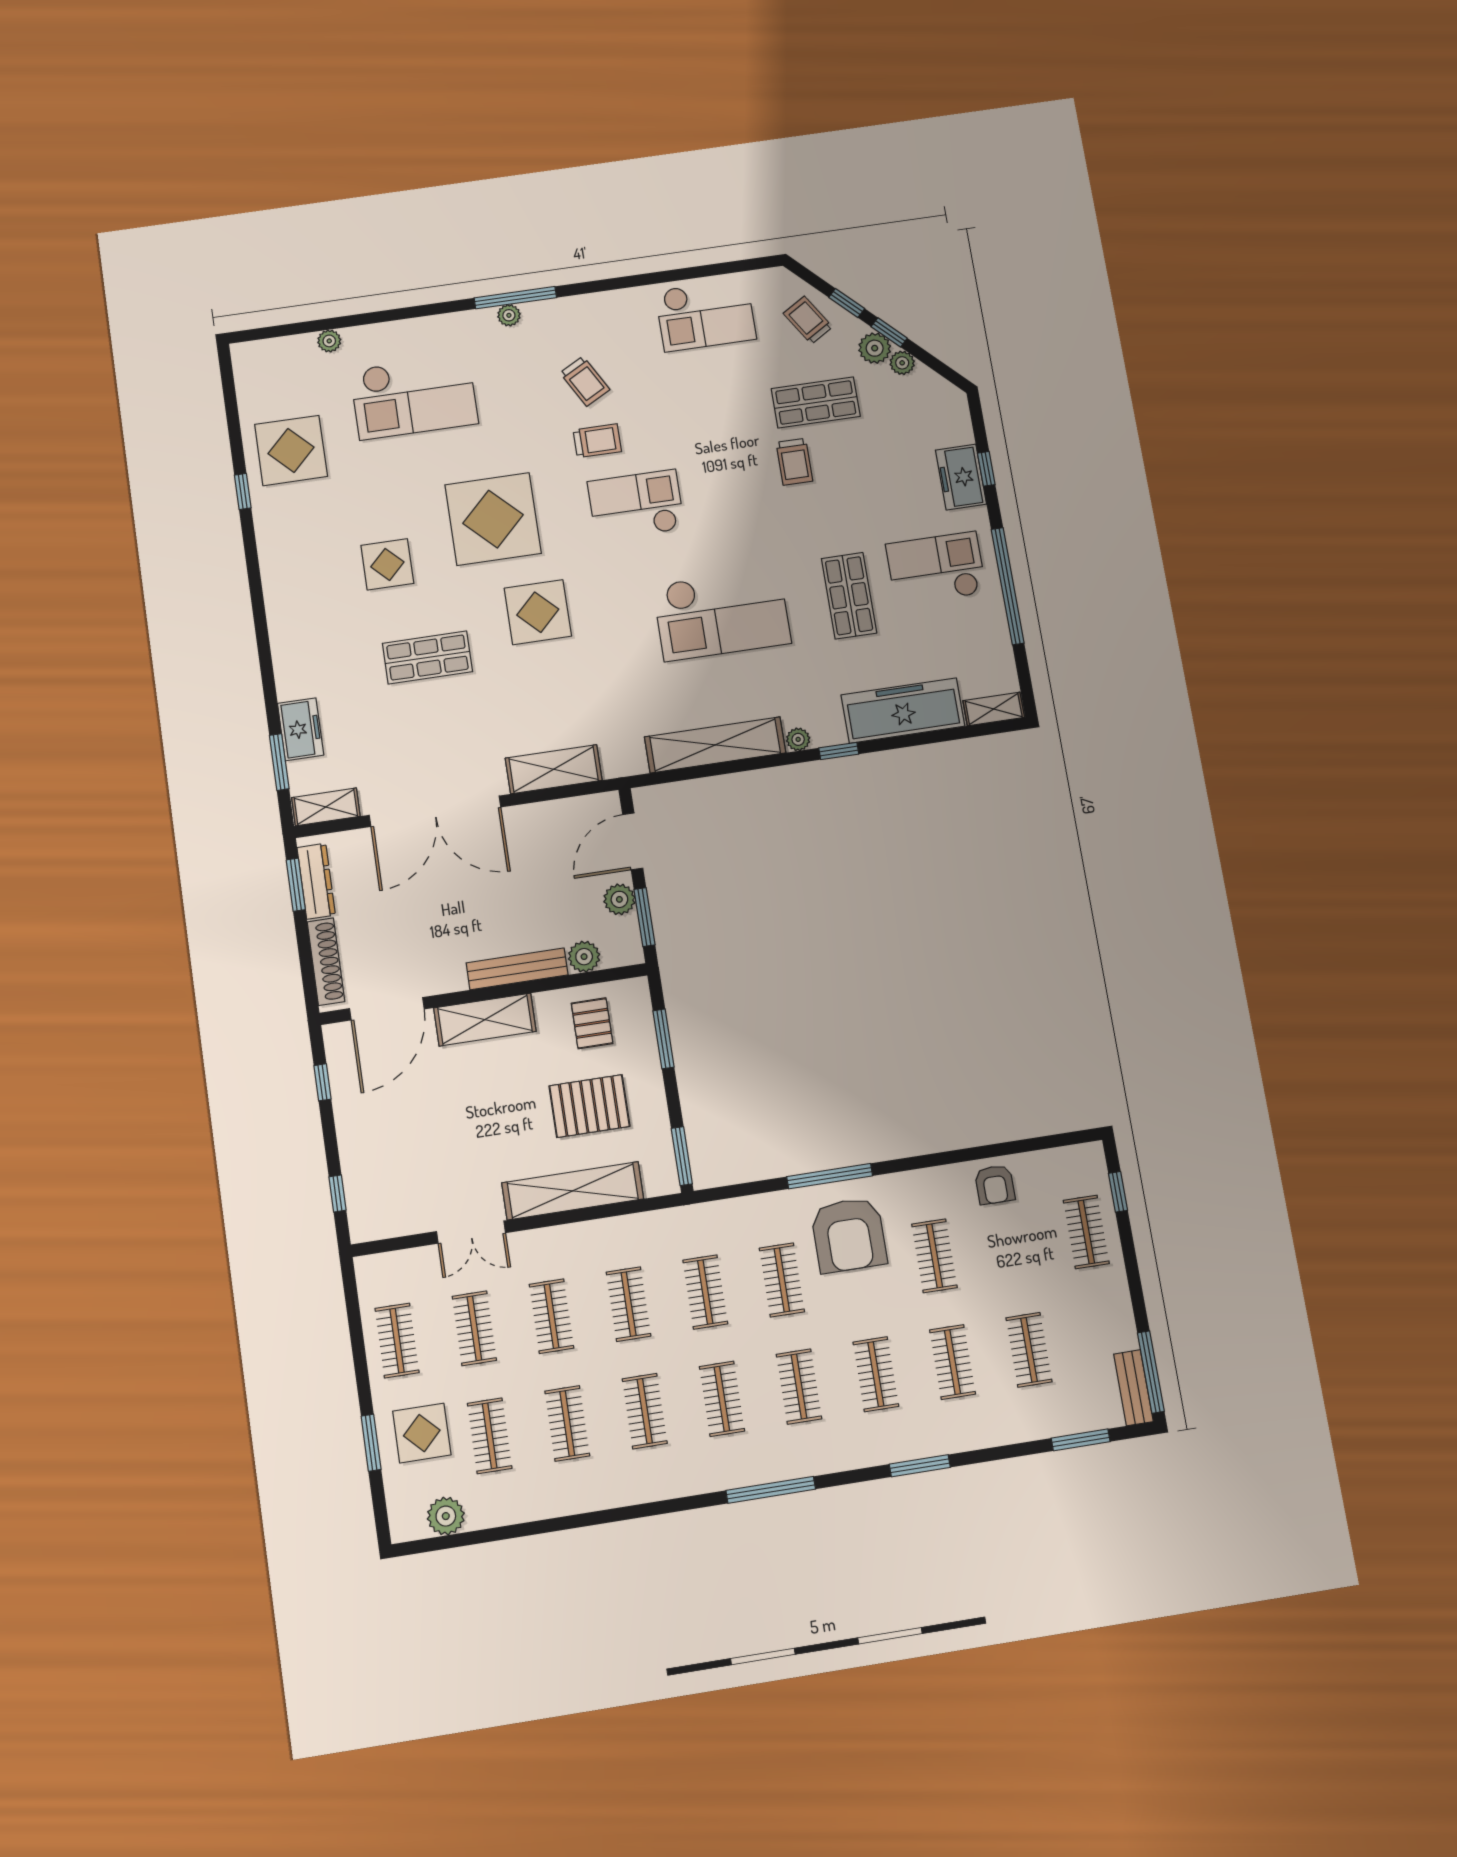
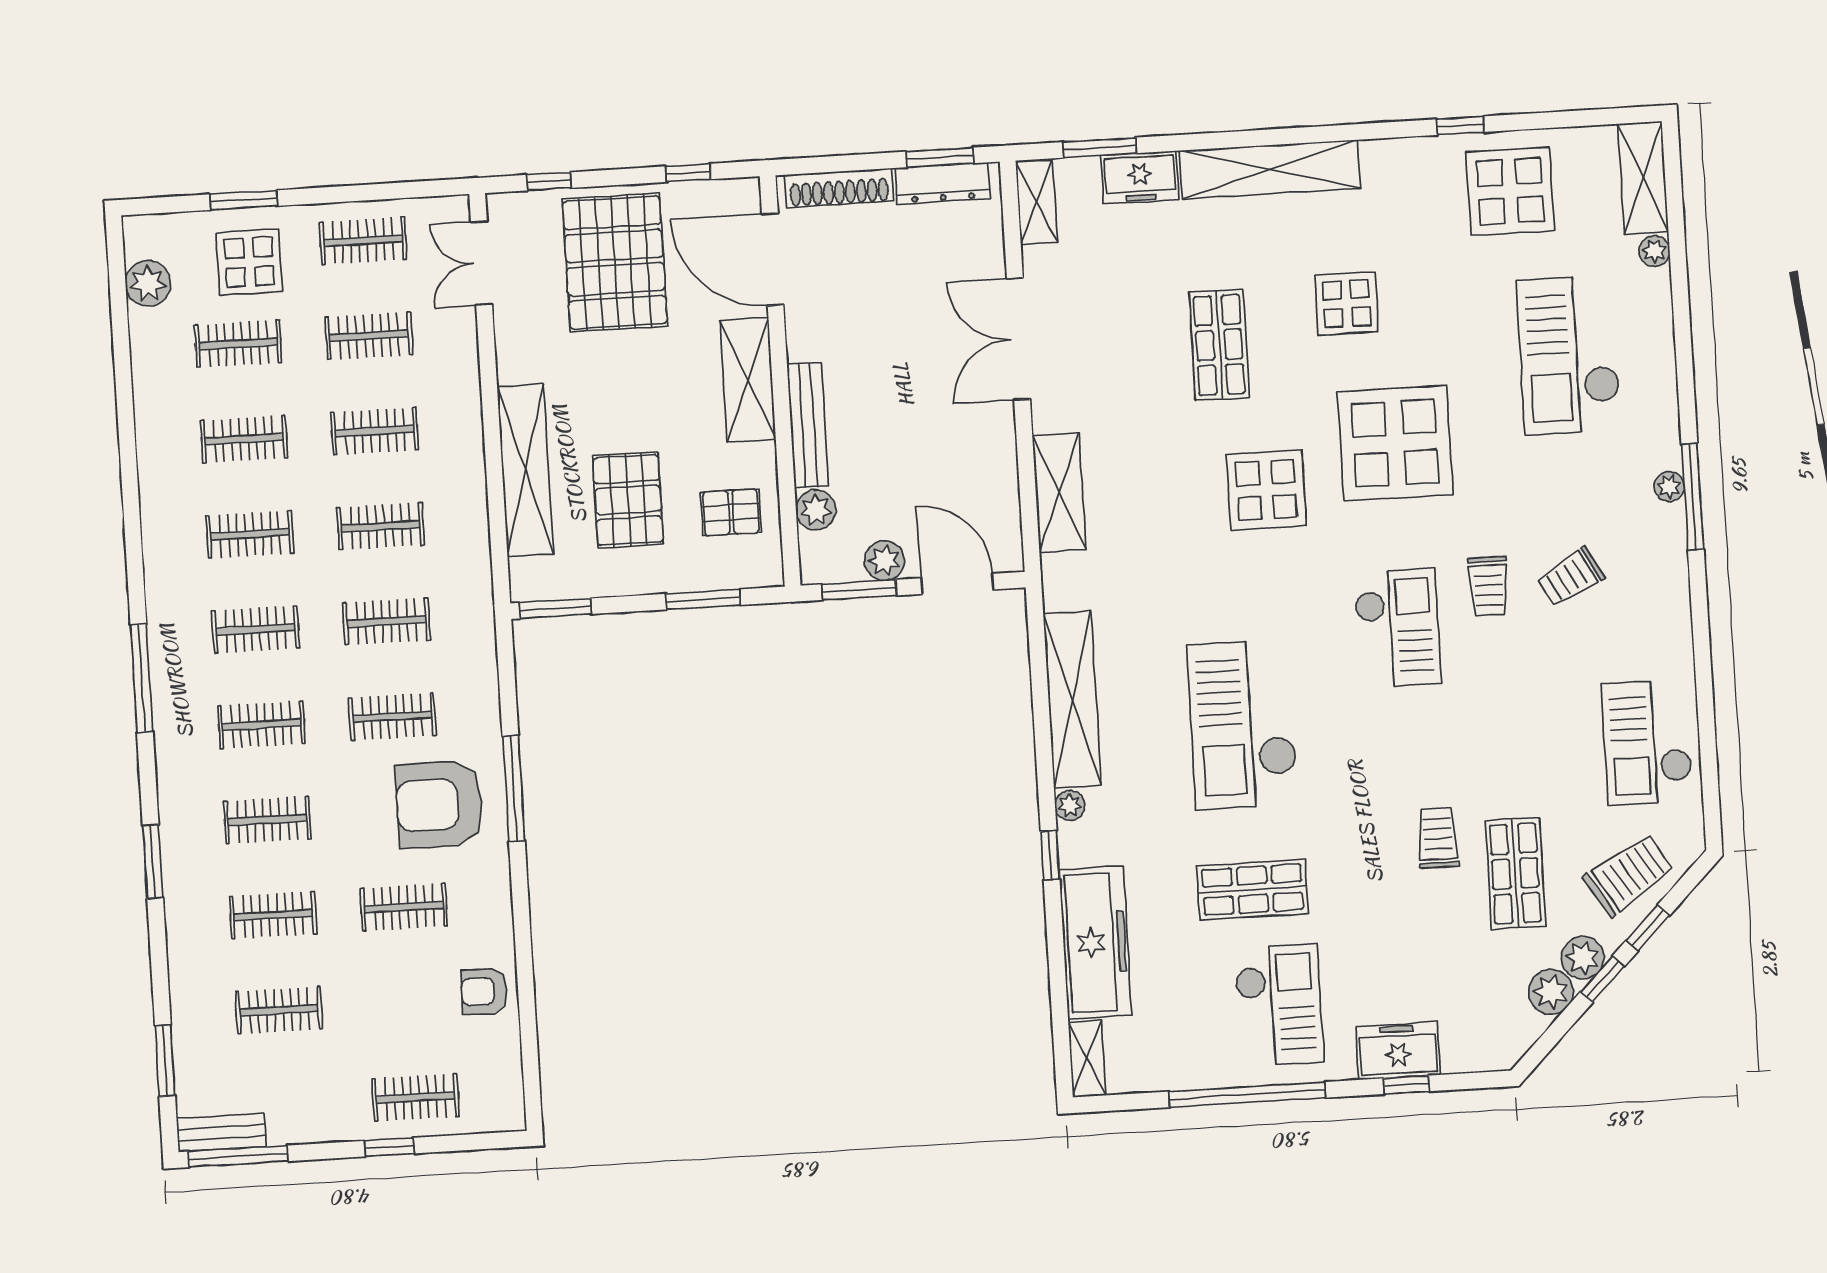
trolley: (808, 320) -> (1629, 875), width x1.36, depth x1.39
shelving: (273, 354) -> (1643, 178), added
plant: (902, 363) -> (1551, 992), width x1.38, depth x1.38
trolley: (794, 462) -> (1438, 838), turned 90
shelving: (287, 631) -> (1270, 169), added
double door: (435, 811) -> (1018, 339), width x0.73
pallet: (399, 1134) -> (615, 263), added
window: (1118, 1192) -> (389, 1147), moved
double door: (471, 1232) -> (481, 263), moved

